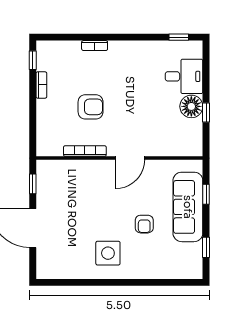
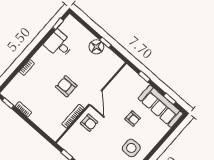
desk: (184, 76) -> (59, 44), moved, turned -90
armchair: (91, 107) -> (66, 86), moved, turned -90
armchair: (94, 177) -> (89, 123), added
sofa: (188, 207) -> (161, 106), moved

